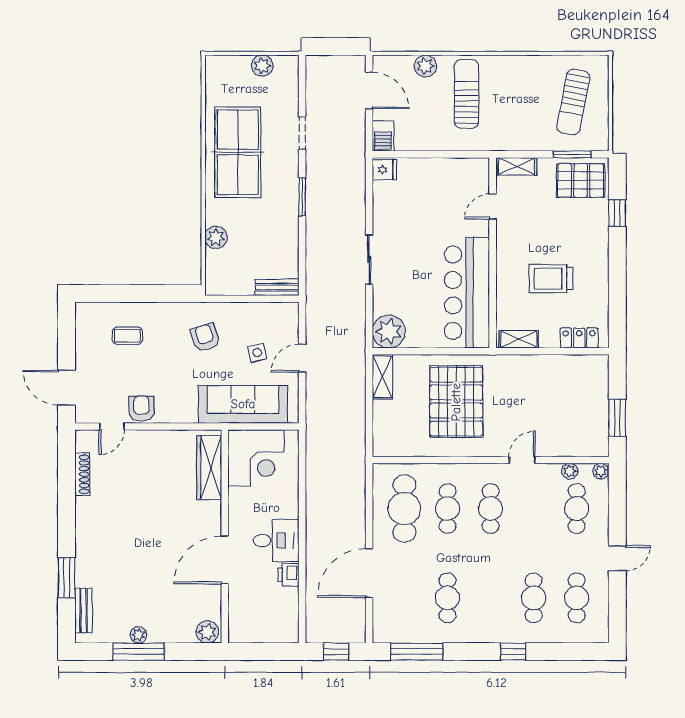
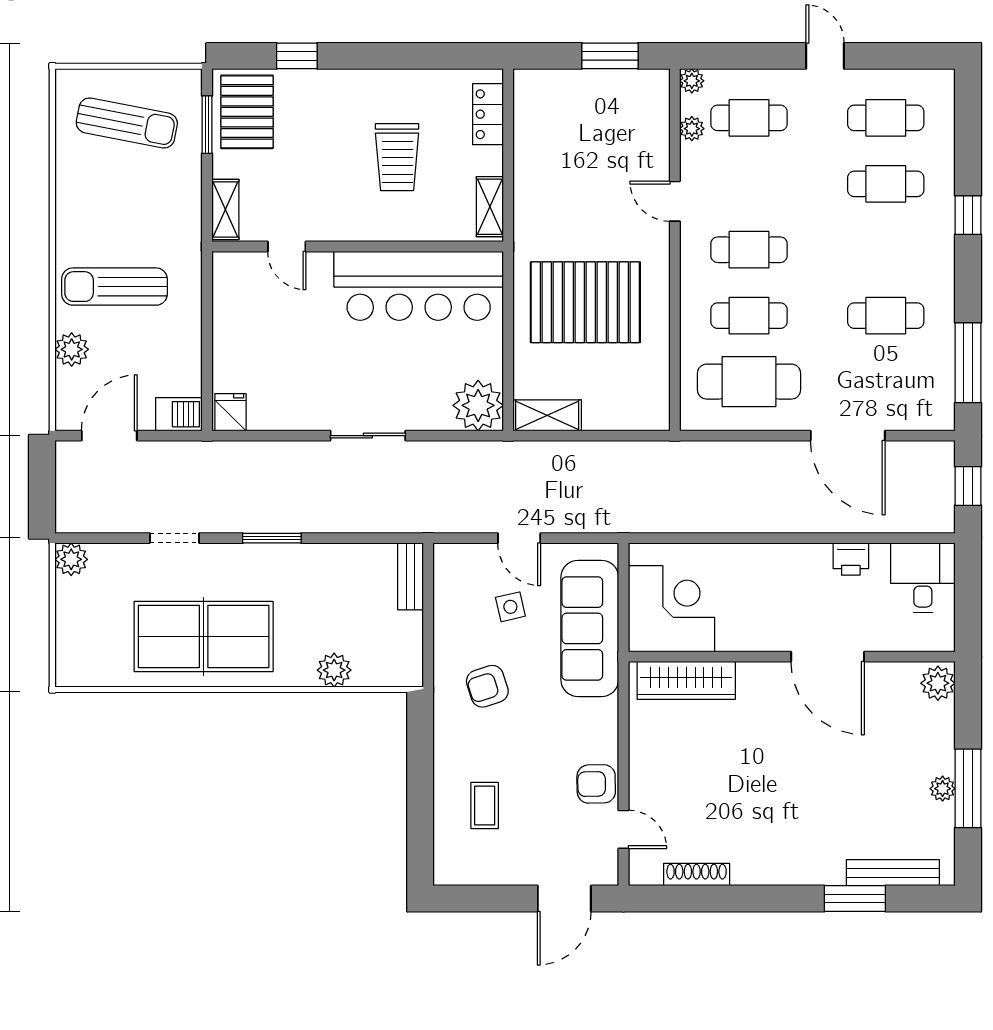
plant: (262, 66) -> (71, 559), moved
desk: (276, 541) -> (923, 578), moved
bench: (83, 611) -> (893, 873), width x1.36

